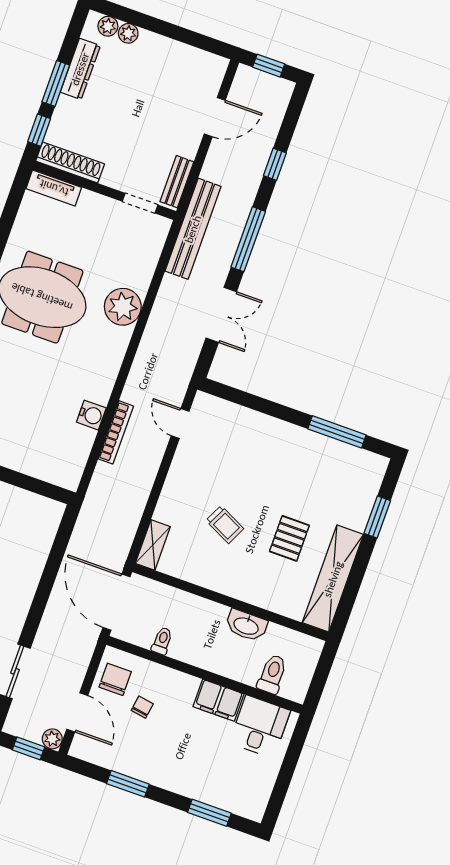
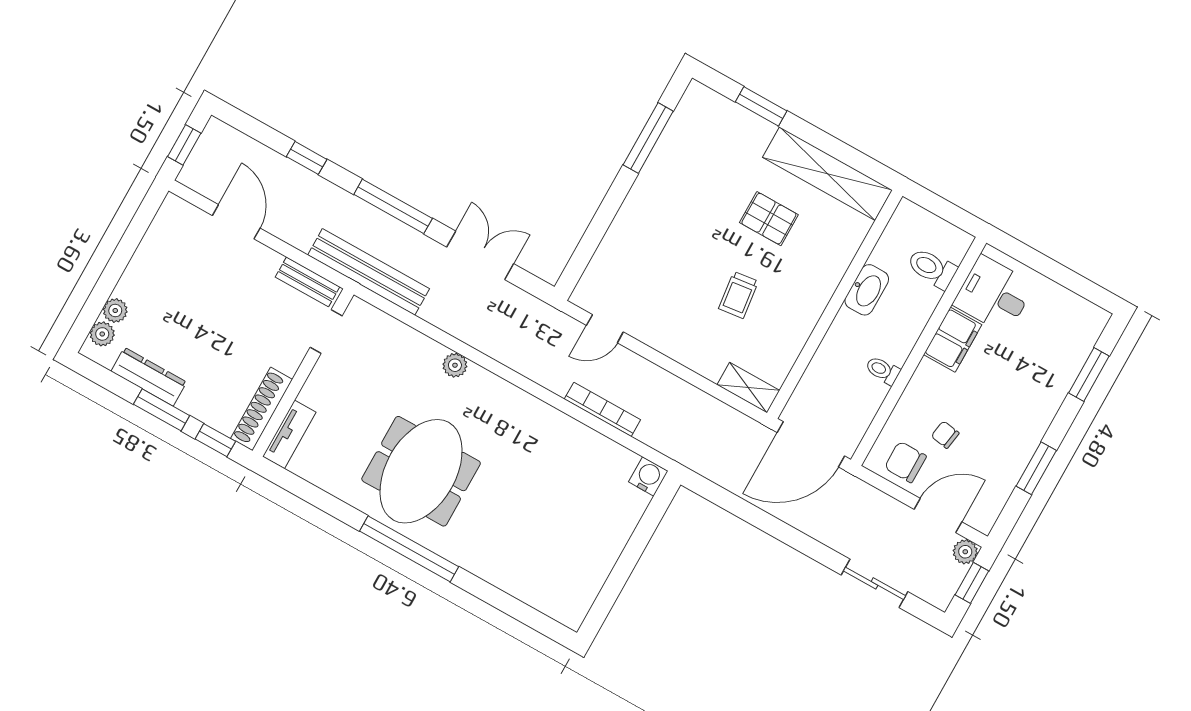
plant: (123, 307) -> (455, 365), width x0.53, depth x0.53
water cooler: (91, 415) -> (648, 476), moved
trolley: (225, 525) -> (738, 295), turned 147
toilet: (162, 641) -> (883, 370), moved

